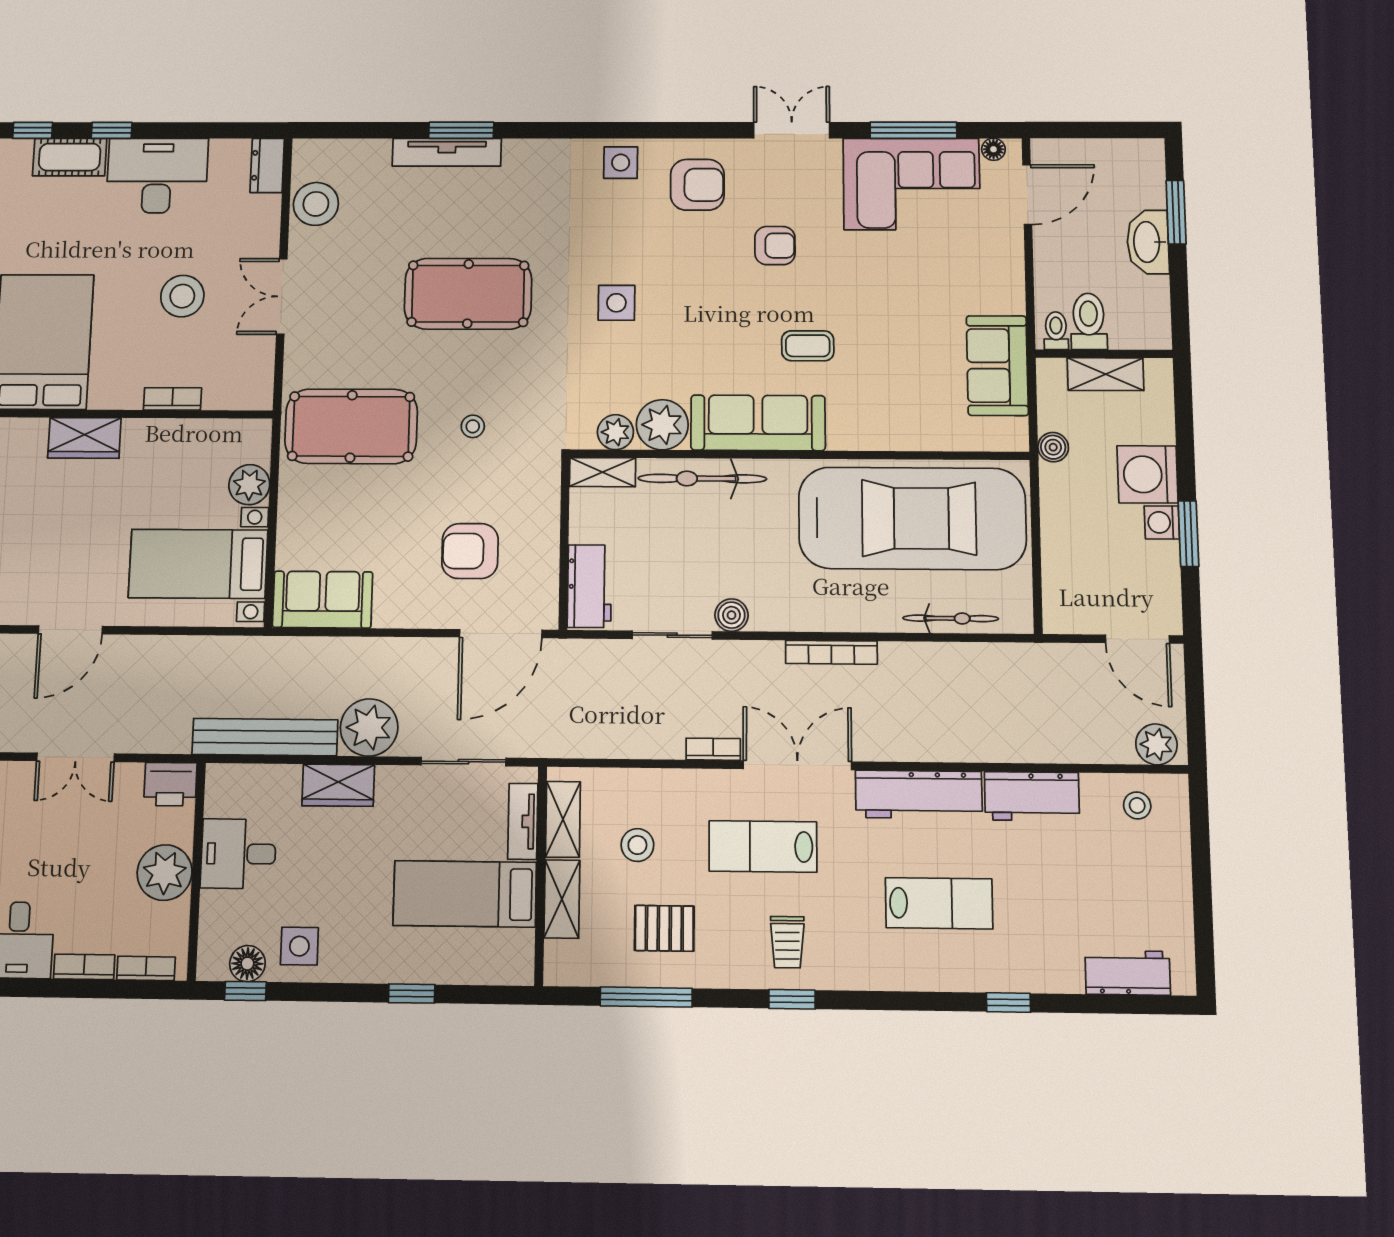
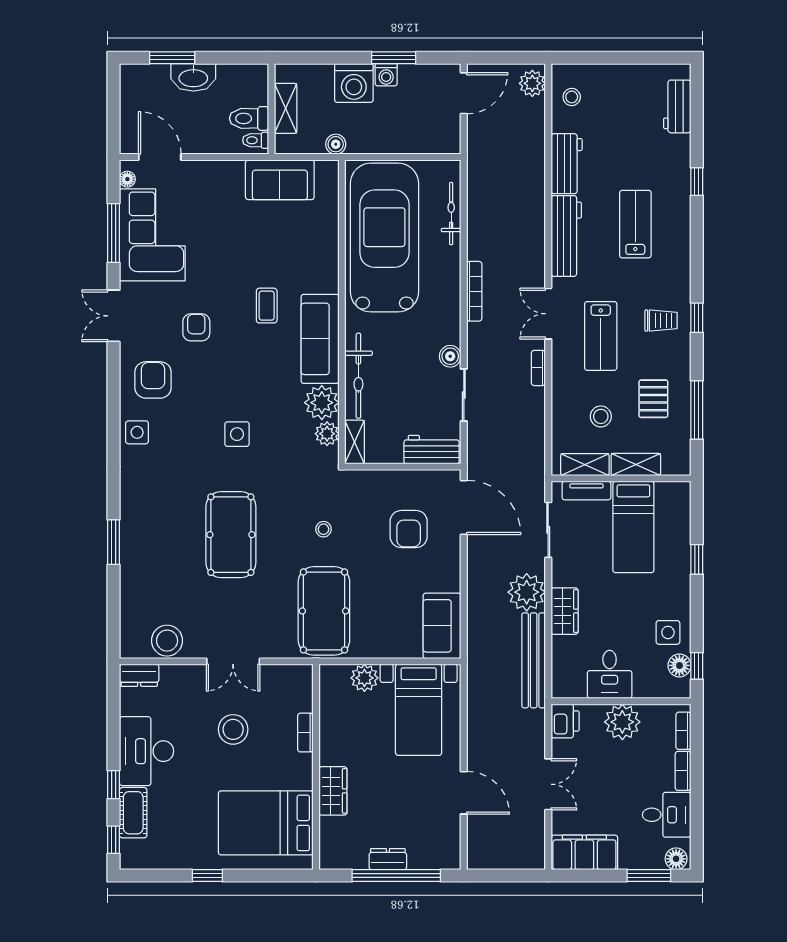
tv unit: (447, 152) -> (130, 552), removed
double door: (797, 765) -> (548, 314), width x0.73

